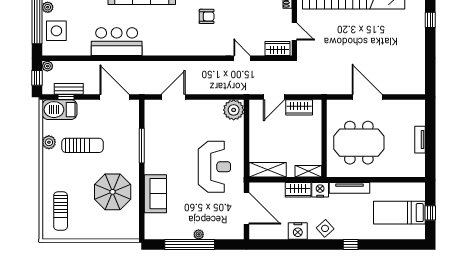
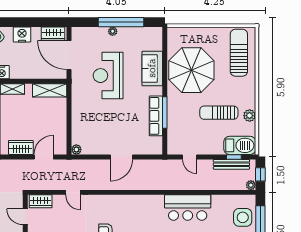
bench: (69, 89) -> (231, 164), width x1.36
door: (114, 97) -> (190, 157), width x0.53
door: (173, 97) -> (122, 157), moved
plant: (234, 110) -> (76, 149), width x0.53, depth x0.53
row of seats: (151, 142) -> (156, 116), added
reception desk: (214, 167) -> (108, 76), moved
wardrobe: (298, 190) -> (53, 34), moved, turned 180
parasol: (113, 192) -> (191, 70), width x1.36, depth x1.36
sun lounger: (61, 211) -> (239, 53), width x1.36, depth x1.34

